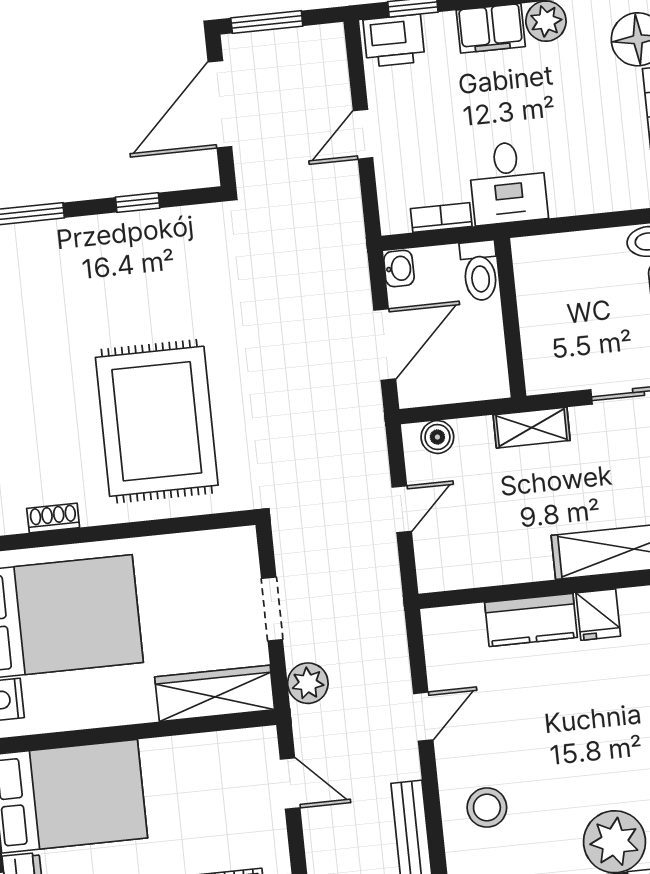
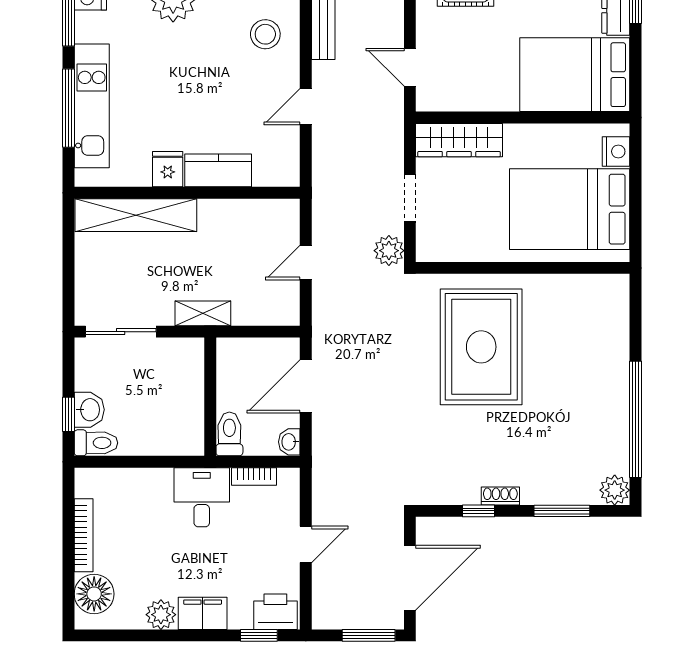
boiler: (437, 437) -> (274, 314), removed
shoe rack: (53, 518) -> (500, 496), moved, turned 180
plant: (308, 683) -> (389, 251), moved

